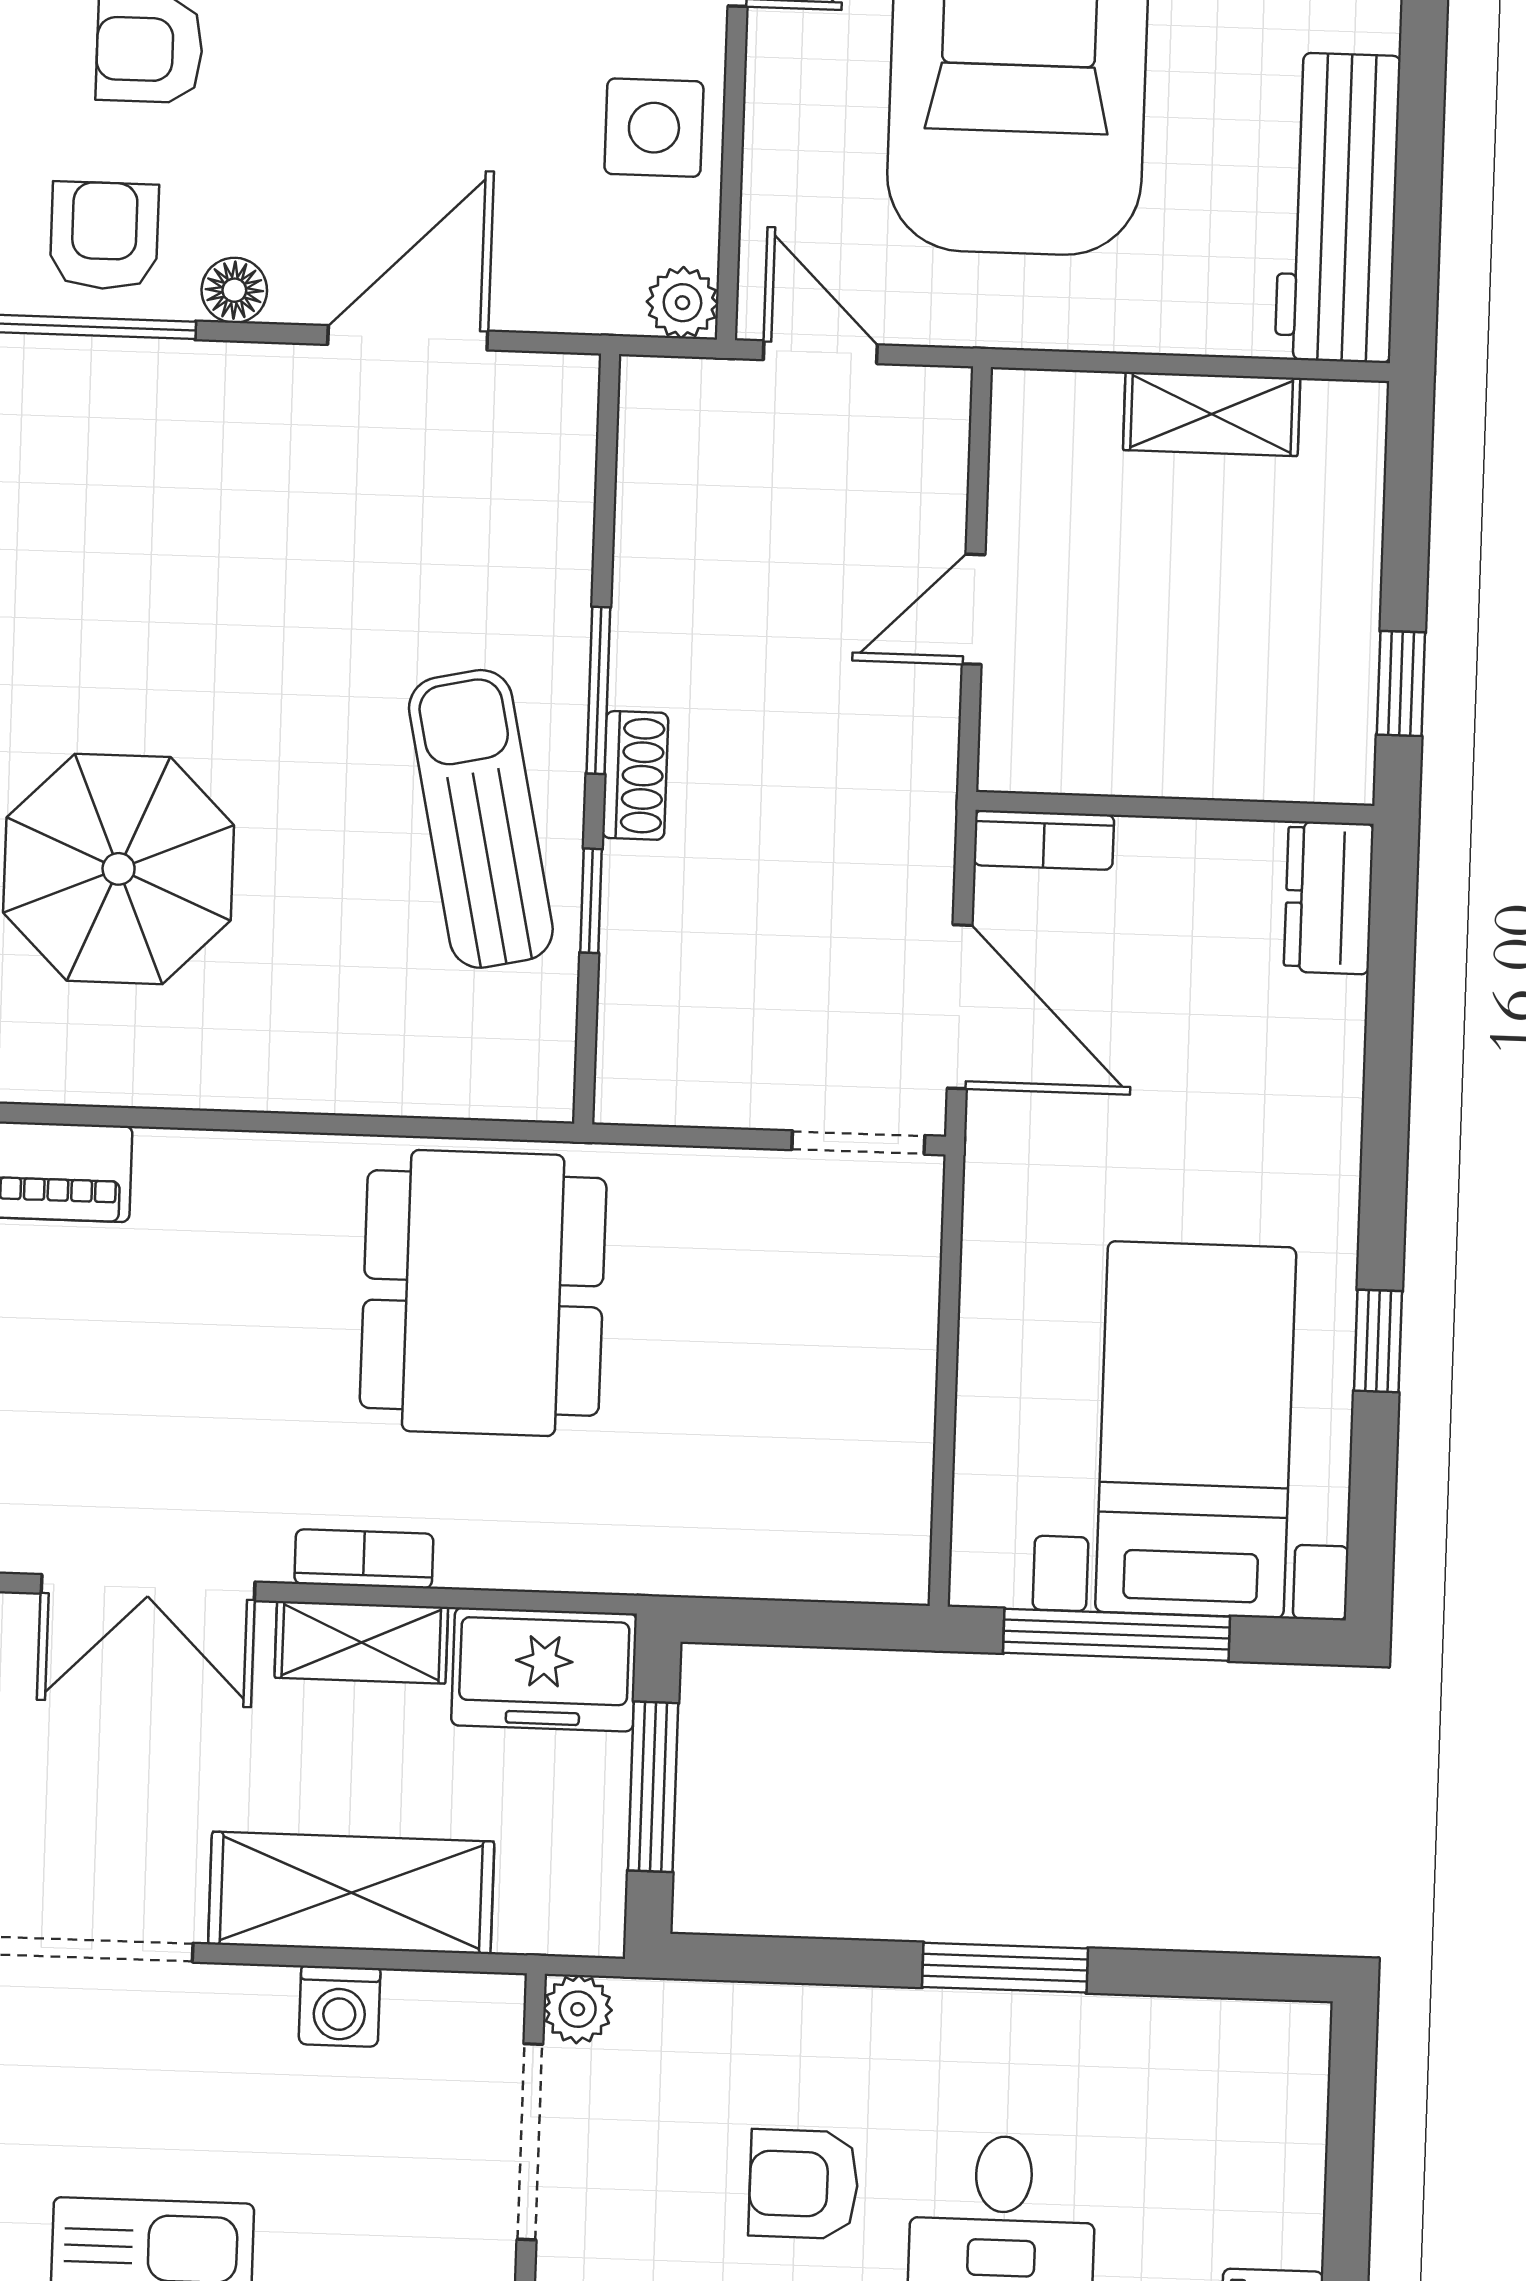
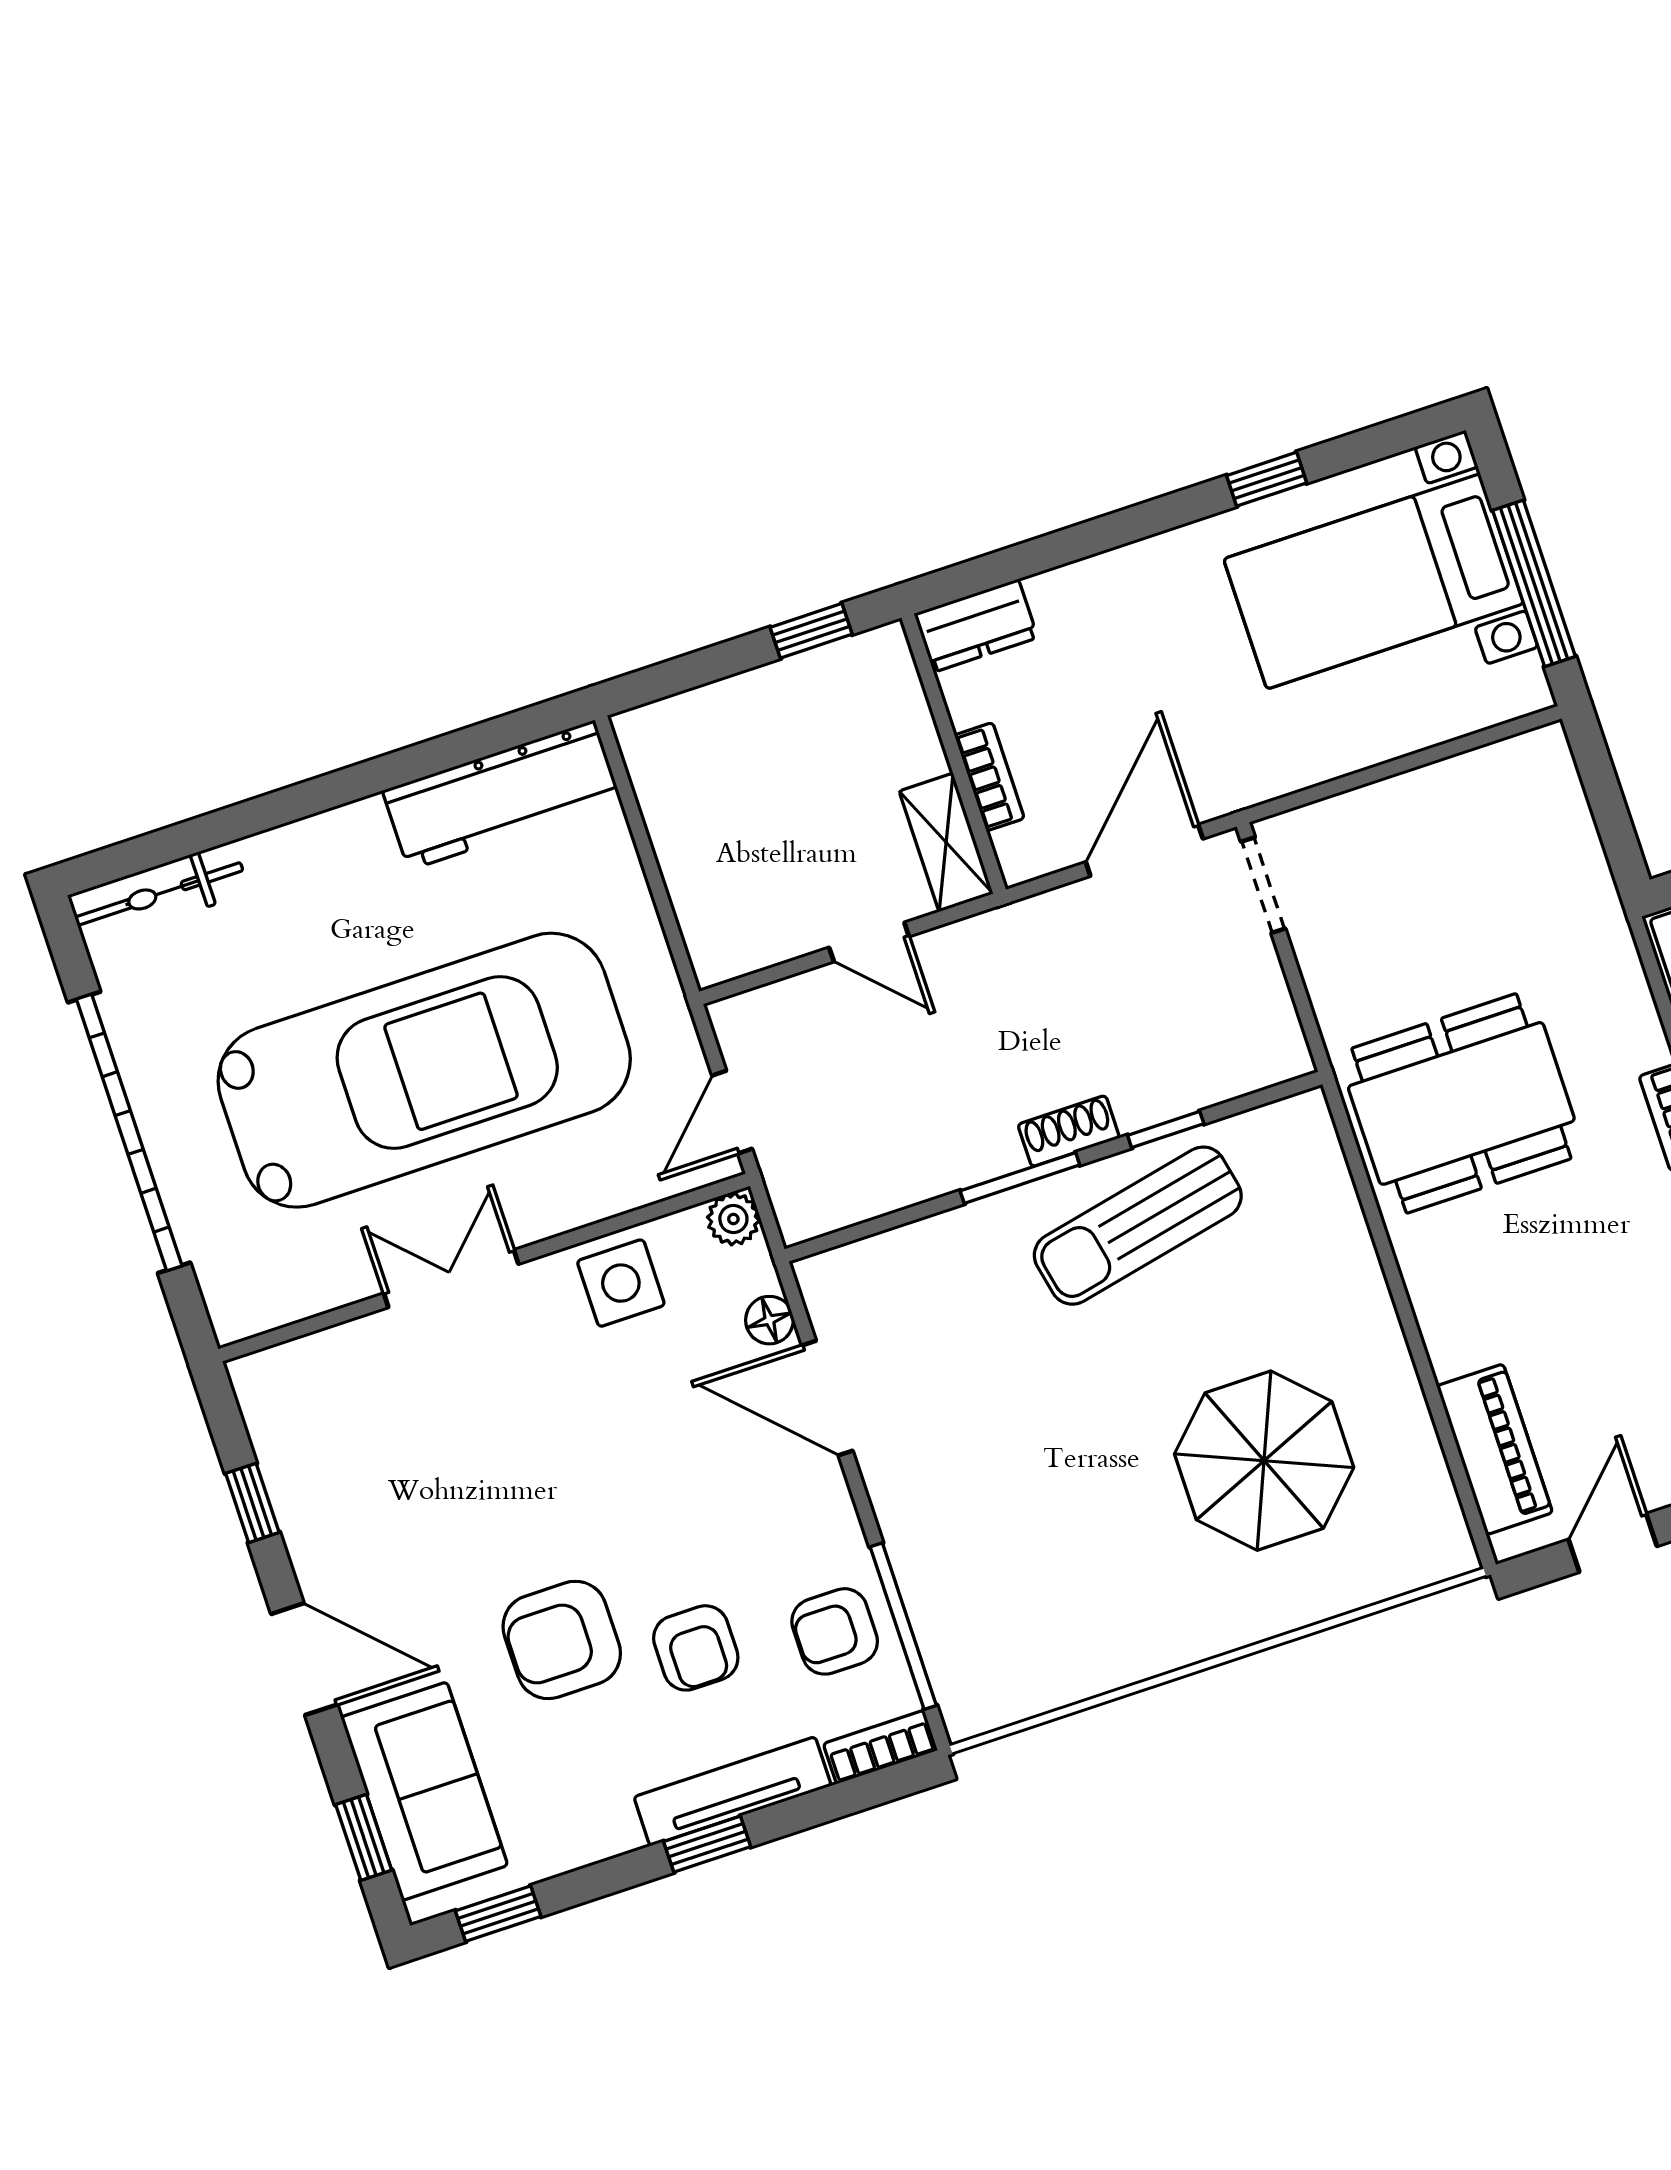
floor lamp: (234, 290) -> (769, 1320), moved
shelving: (1212, 414) -> (946, 842), moved
bookcase: (1044, 840) -> (989, 777), moved

